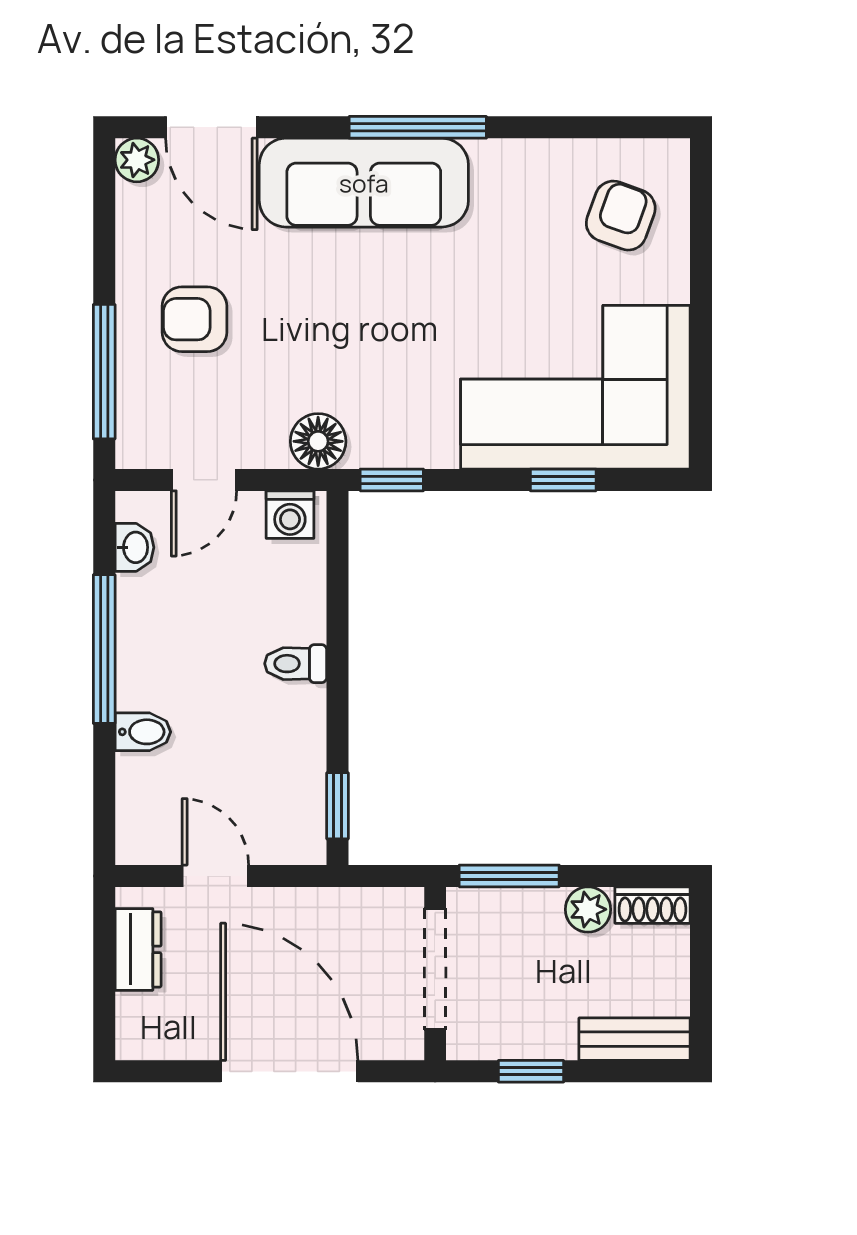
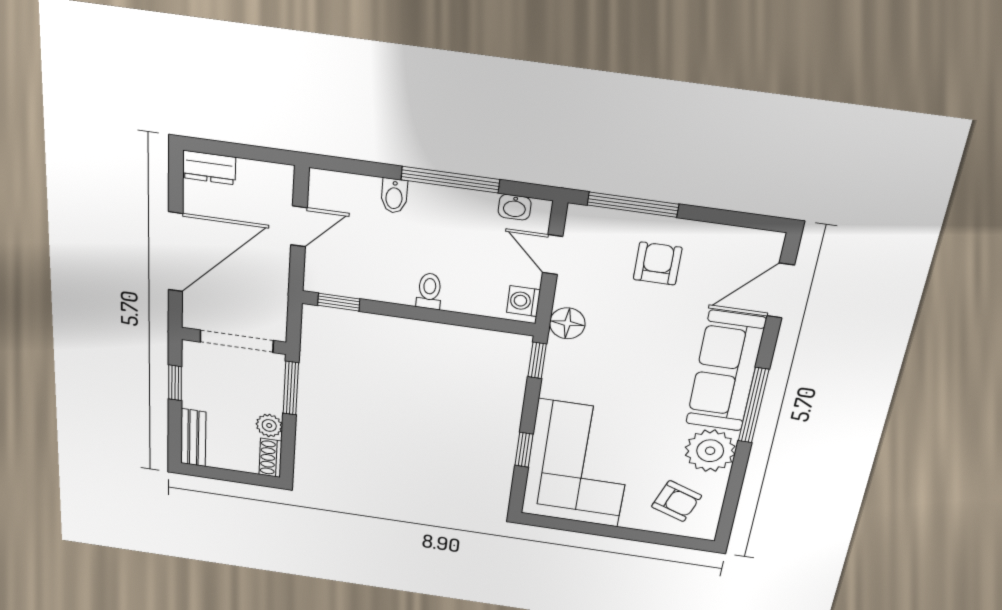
plant: (137, 160) -> (710, 451), moved, width x1.87, depth x1.87
dresser: (138, 949) -> (209, 168), moved

